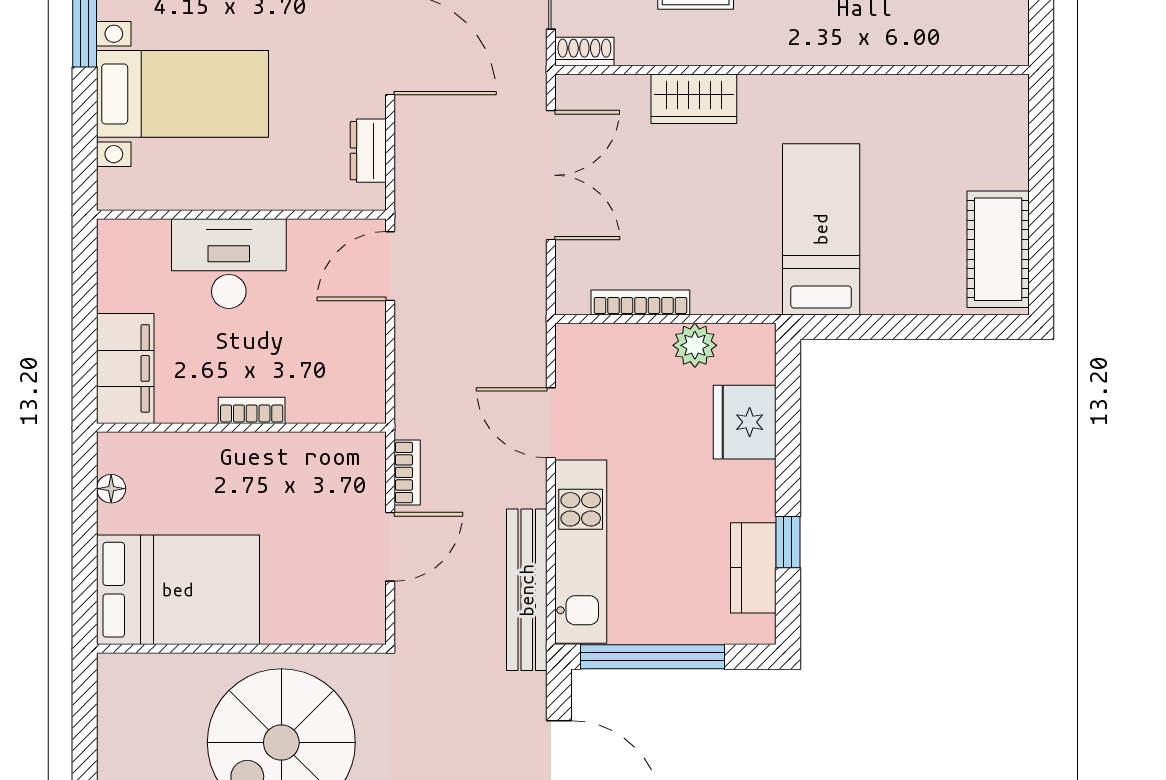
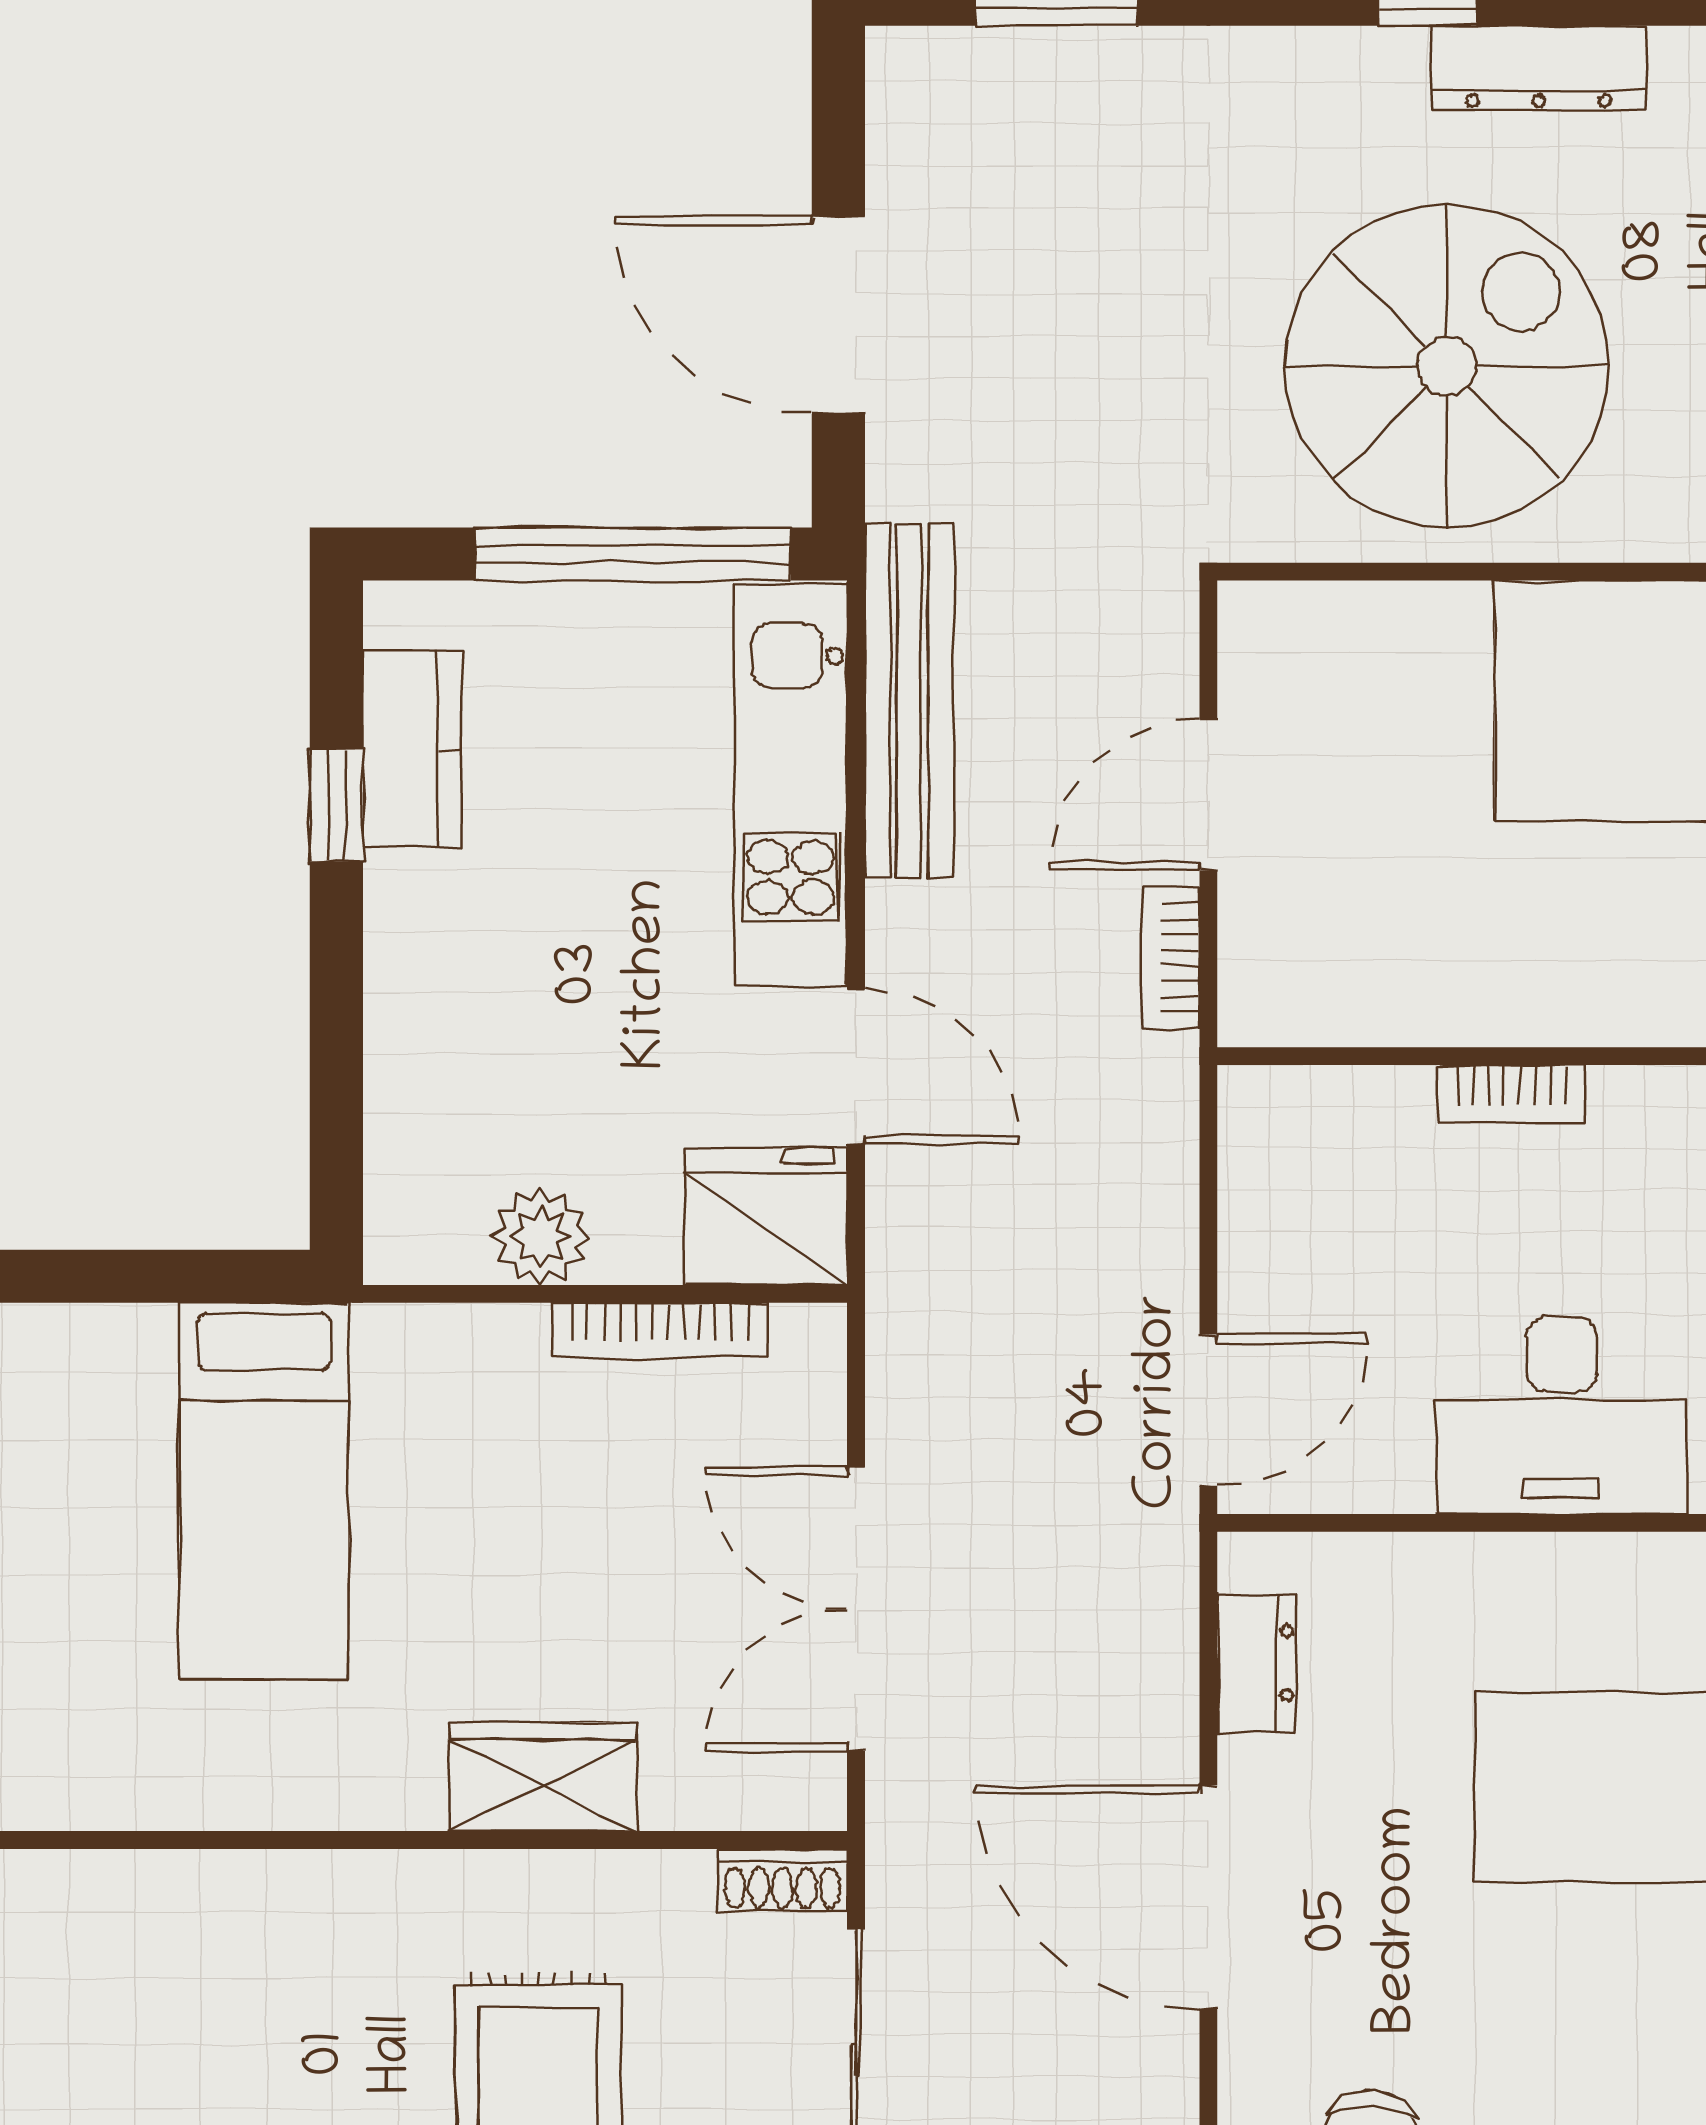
fridge: (745, 422) -> (766, 1217), moved, turned -90

